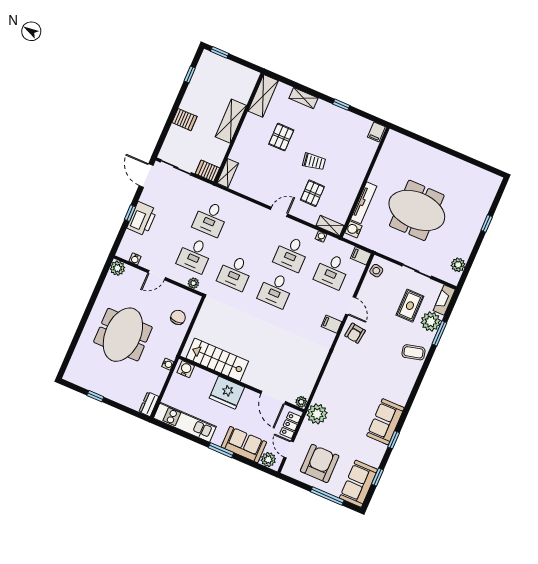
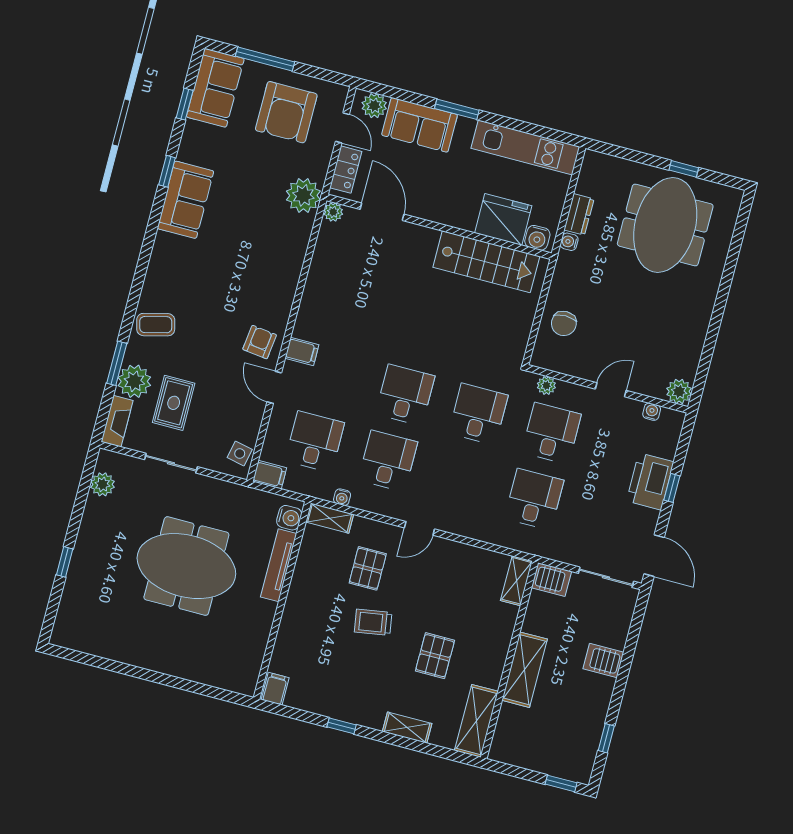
meeting table: (123, 335) -> (665, 225), moved
fridge: (227, 393) -> (503, 219), moved
dresser: (149, 404) -> (579, 214), moved

